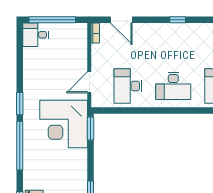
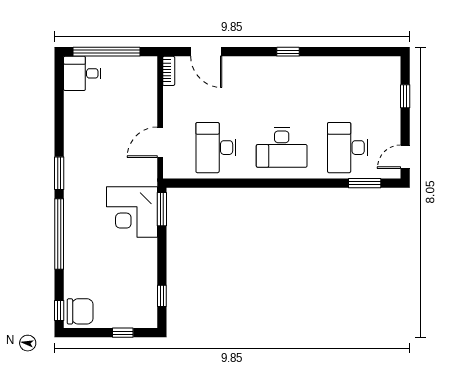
corner desk: (64, 124) -> (132, 212), width x0.74, depth x0.74

